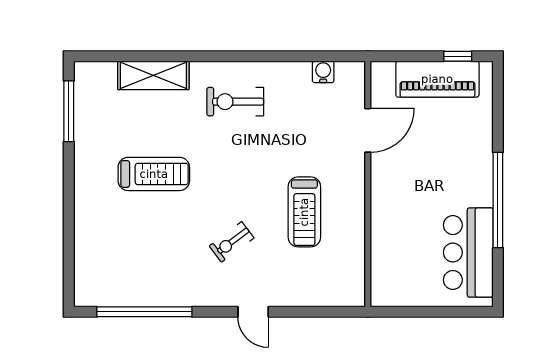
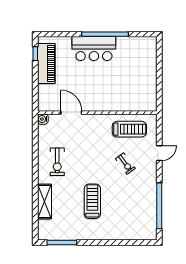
door: (368, 130) -> (71, 113), moved
wall: (368, 184) -> (97, 113), moved
treadmill: (304, 212) -> (129, 129), moved
bar counter: (468, 253) -> (94, 49), moved

